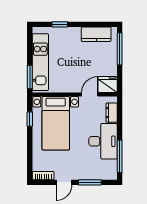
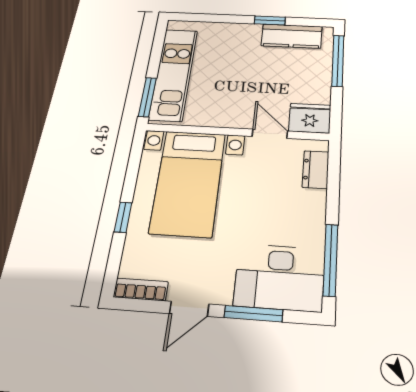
window: (60, 24) -> (270, 21), moved
door: (90, 95) -> (270, 134), hinge flipped
window: (30, 119) -> (123, 217), moved
desk: (103, 141) -> (280, 277), moved, turned 90

